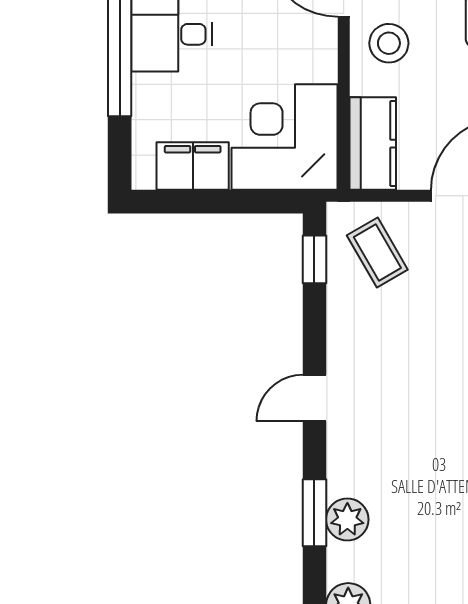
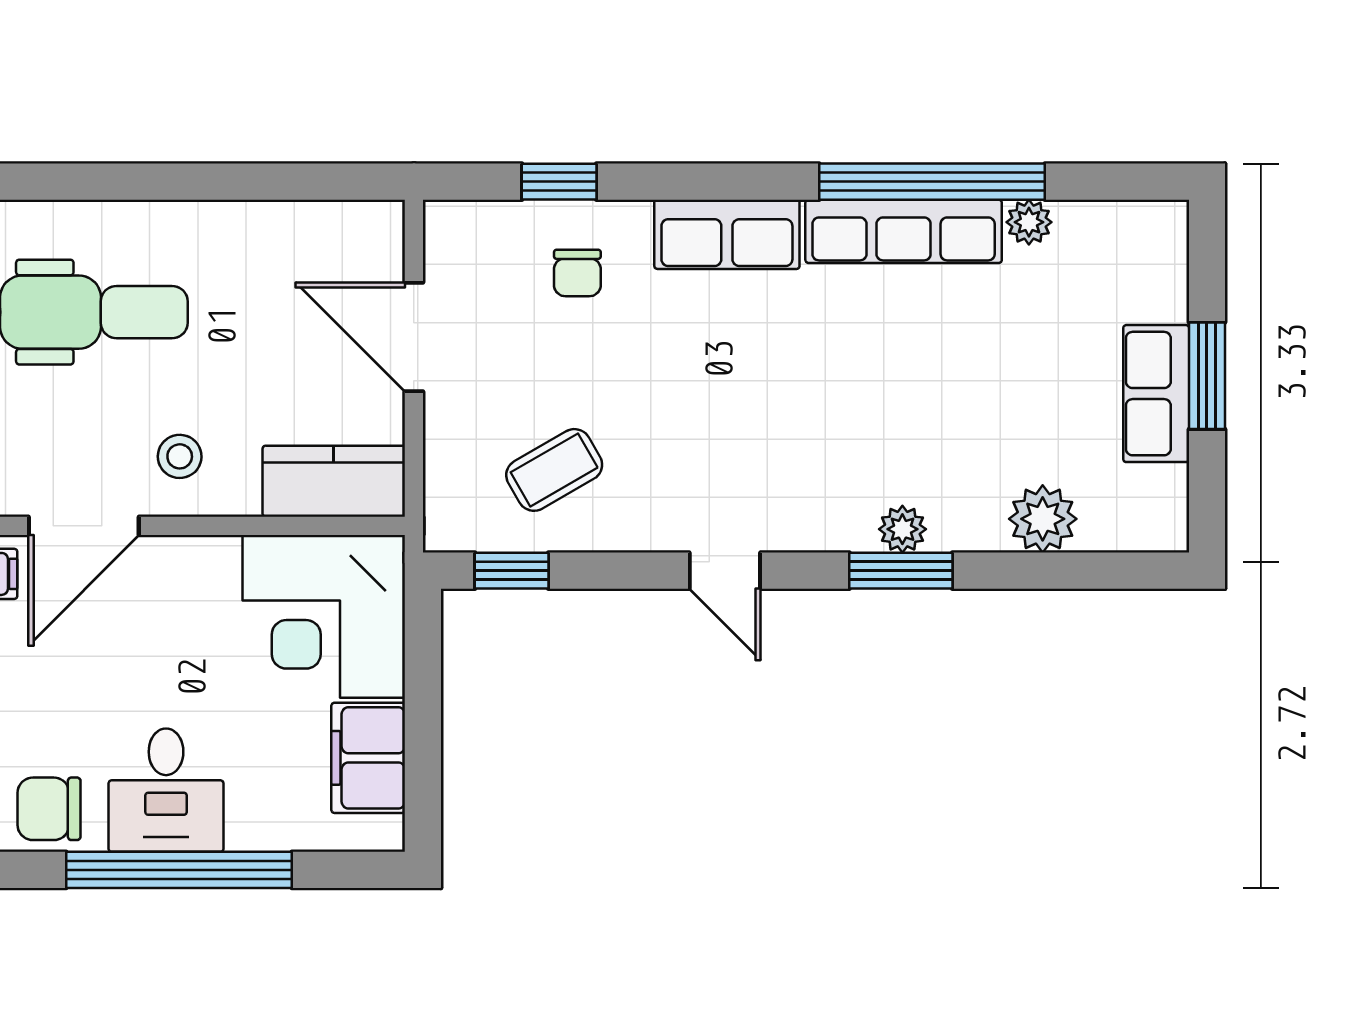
stool: (389, 43) -> (180, 456), width x0.73, depth x0.73
coffee table: (377, 252) -> (554, 470), moved
plant: (347, 519) -> (902, 529), width x0.73, depth x0.73

